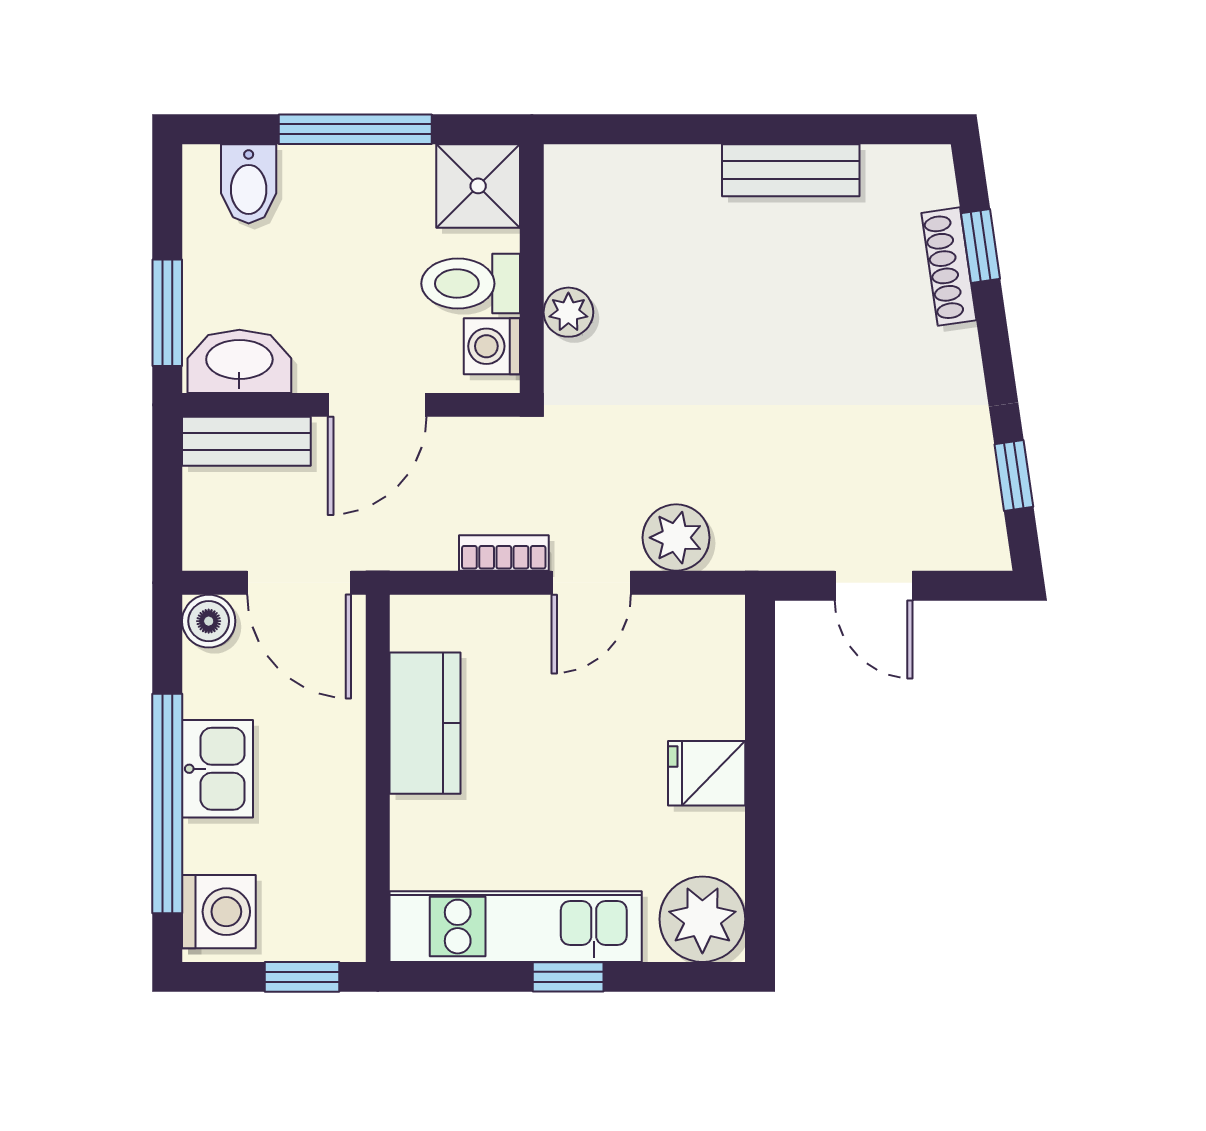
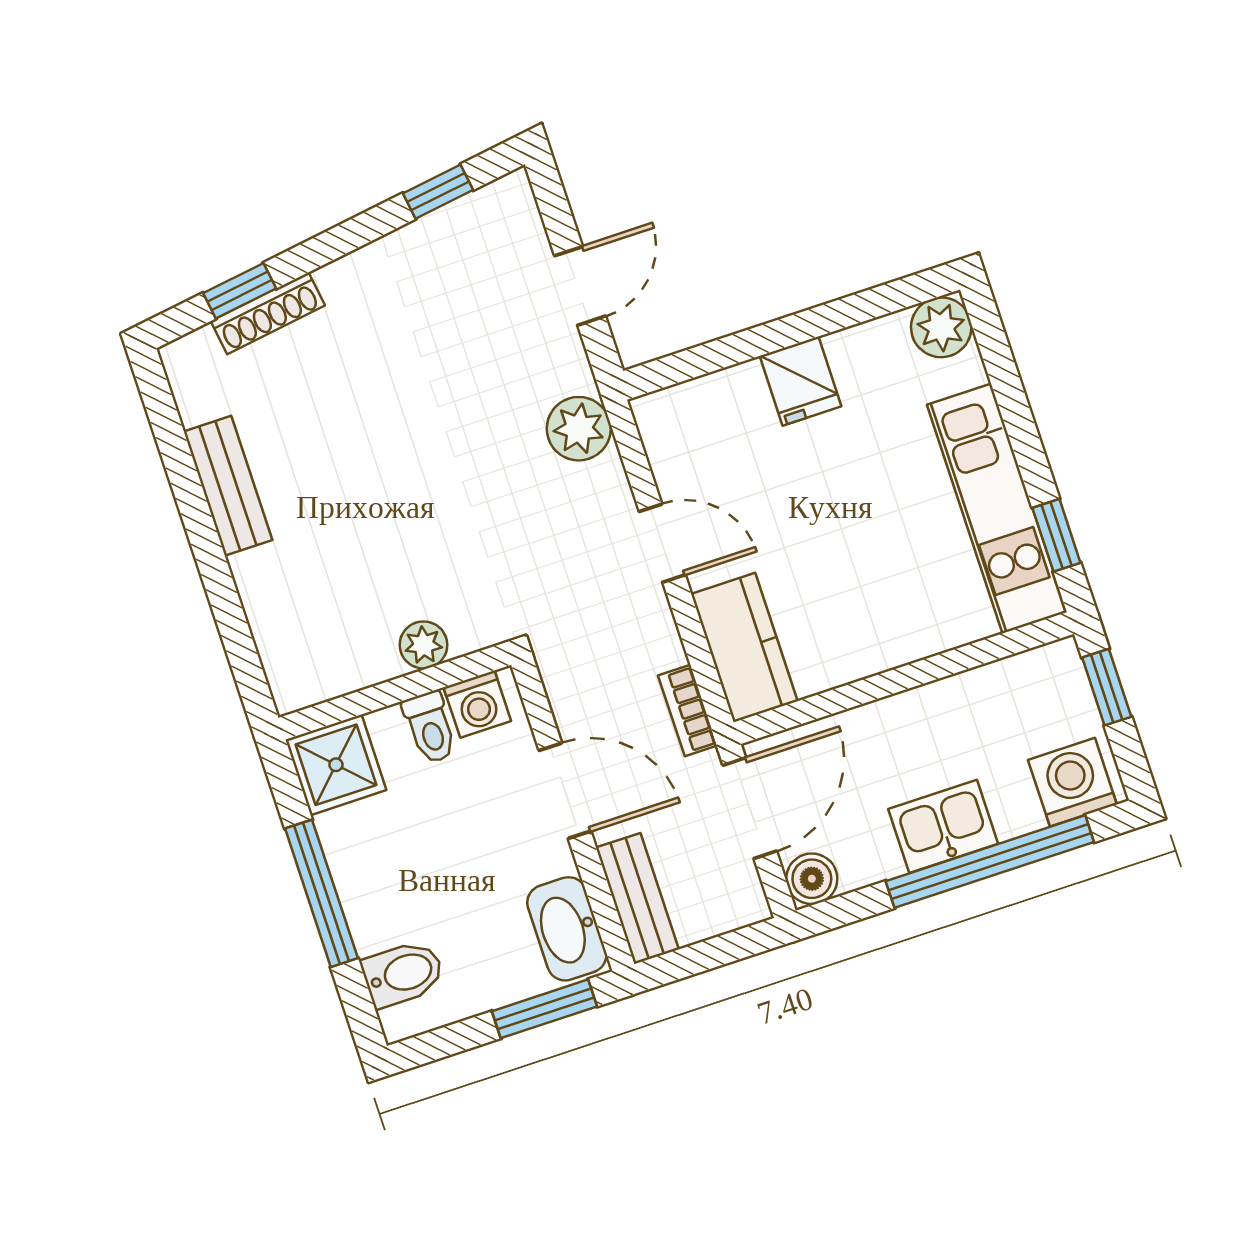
toilet: (471, 284) -> (430, 727), width x0.73, depth x0.72
plant: (676, 538) -> (579, 429), moved
bookcase: (504, 553) -> (688, 711), moved
kitchen counter: (425, 723) -> (744, 648), moved, turned 90
plant: (702, 919) -> (941, 327), width x0.73, depth x0.73
window: (568, 977) -> (1056, 535), moved

